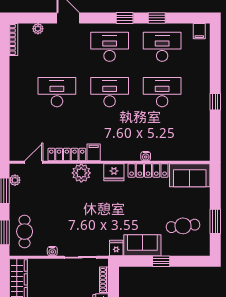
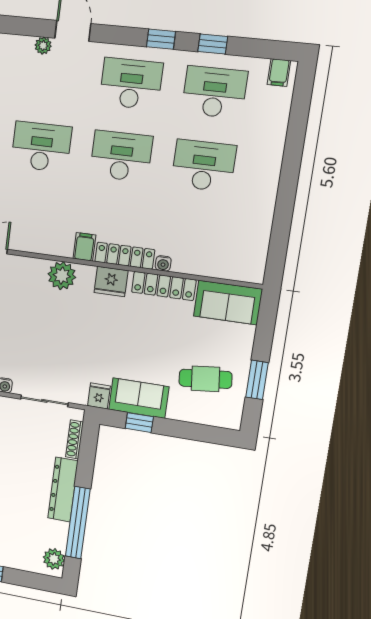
plant: (38, 29) -> (43, 46), moved
window: (215, 102) -> (287, 191), removed
locker: (67, 155) -> (125, 256), moved
window: (161, 261) -> (139, 423), moved

